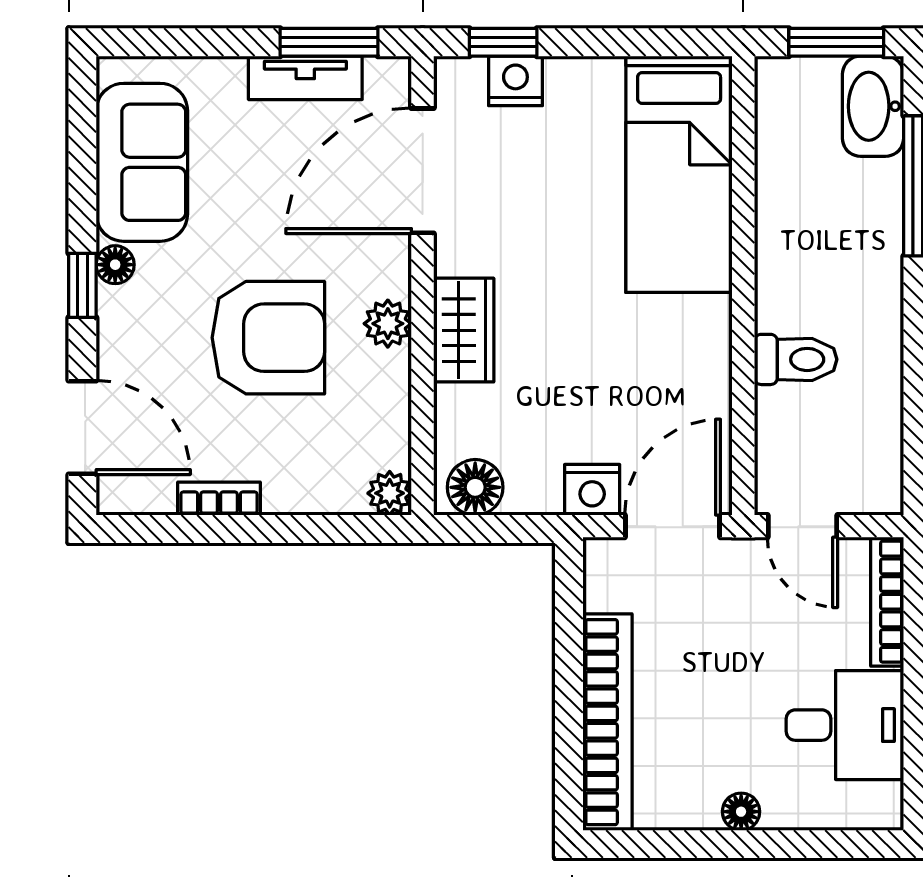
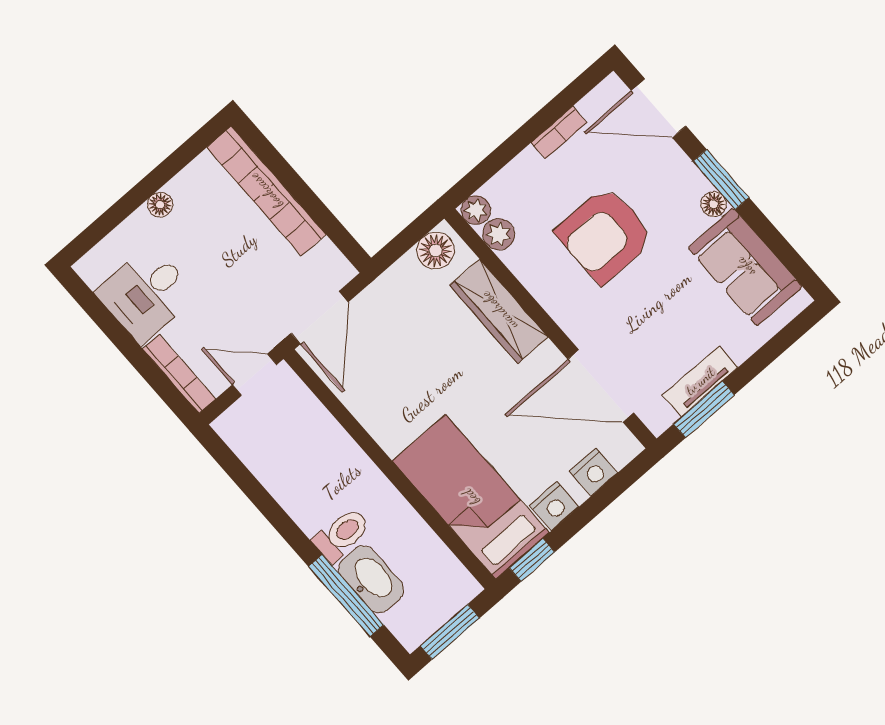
window: (503, 42) -> (532, 560), moved
washbasin: (873, 106) -> (371, 579), moved
door: (423, 171) -> (601, 386), swing flipped
window: (82, 285) -> (721, 179), width x1.50
plant: (388, 324) -> (499, 234), moved
wardrobe: (464, 330) -> (499, 311), width x1.50
toilet: (796, 359) -> (342, 535), moved, turned 180
nightstand: (592, 490) -> (554, 506), moved, turned 180

